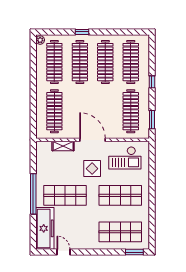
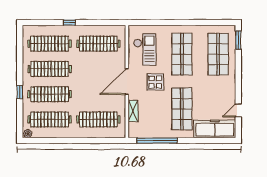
window: (152, 120) -> (107, 23), removed
window: (33, 194) -> (157, 141), moved

